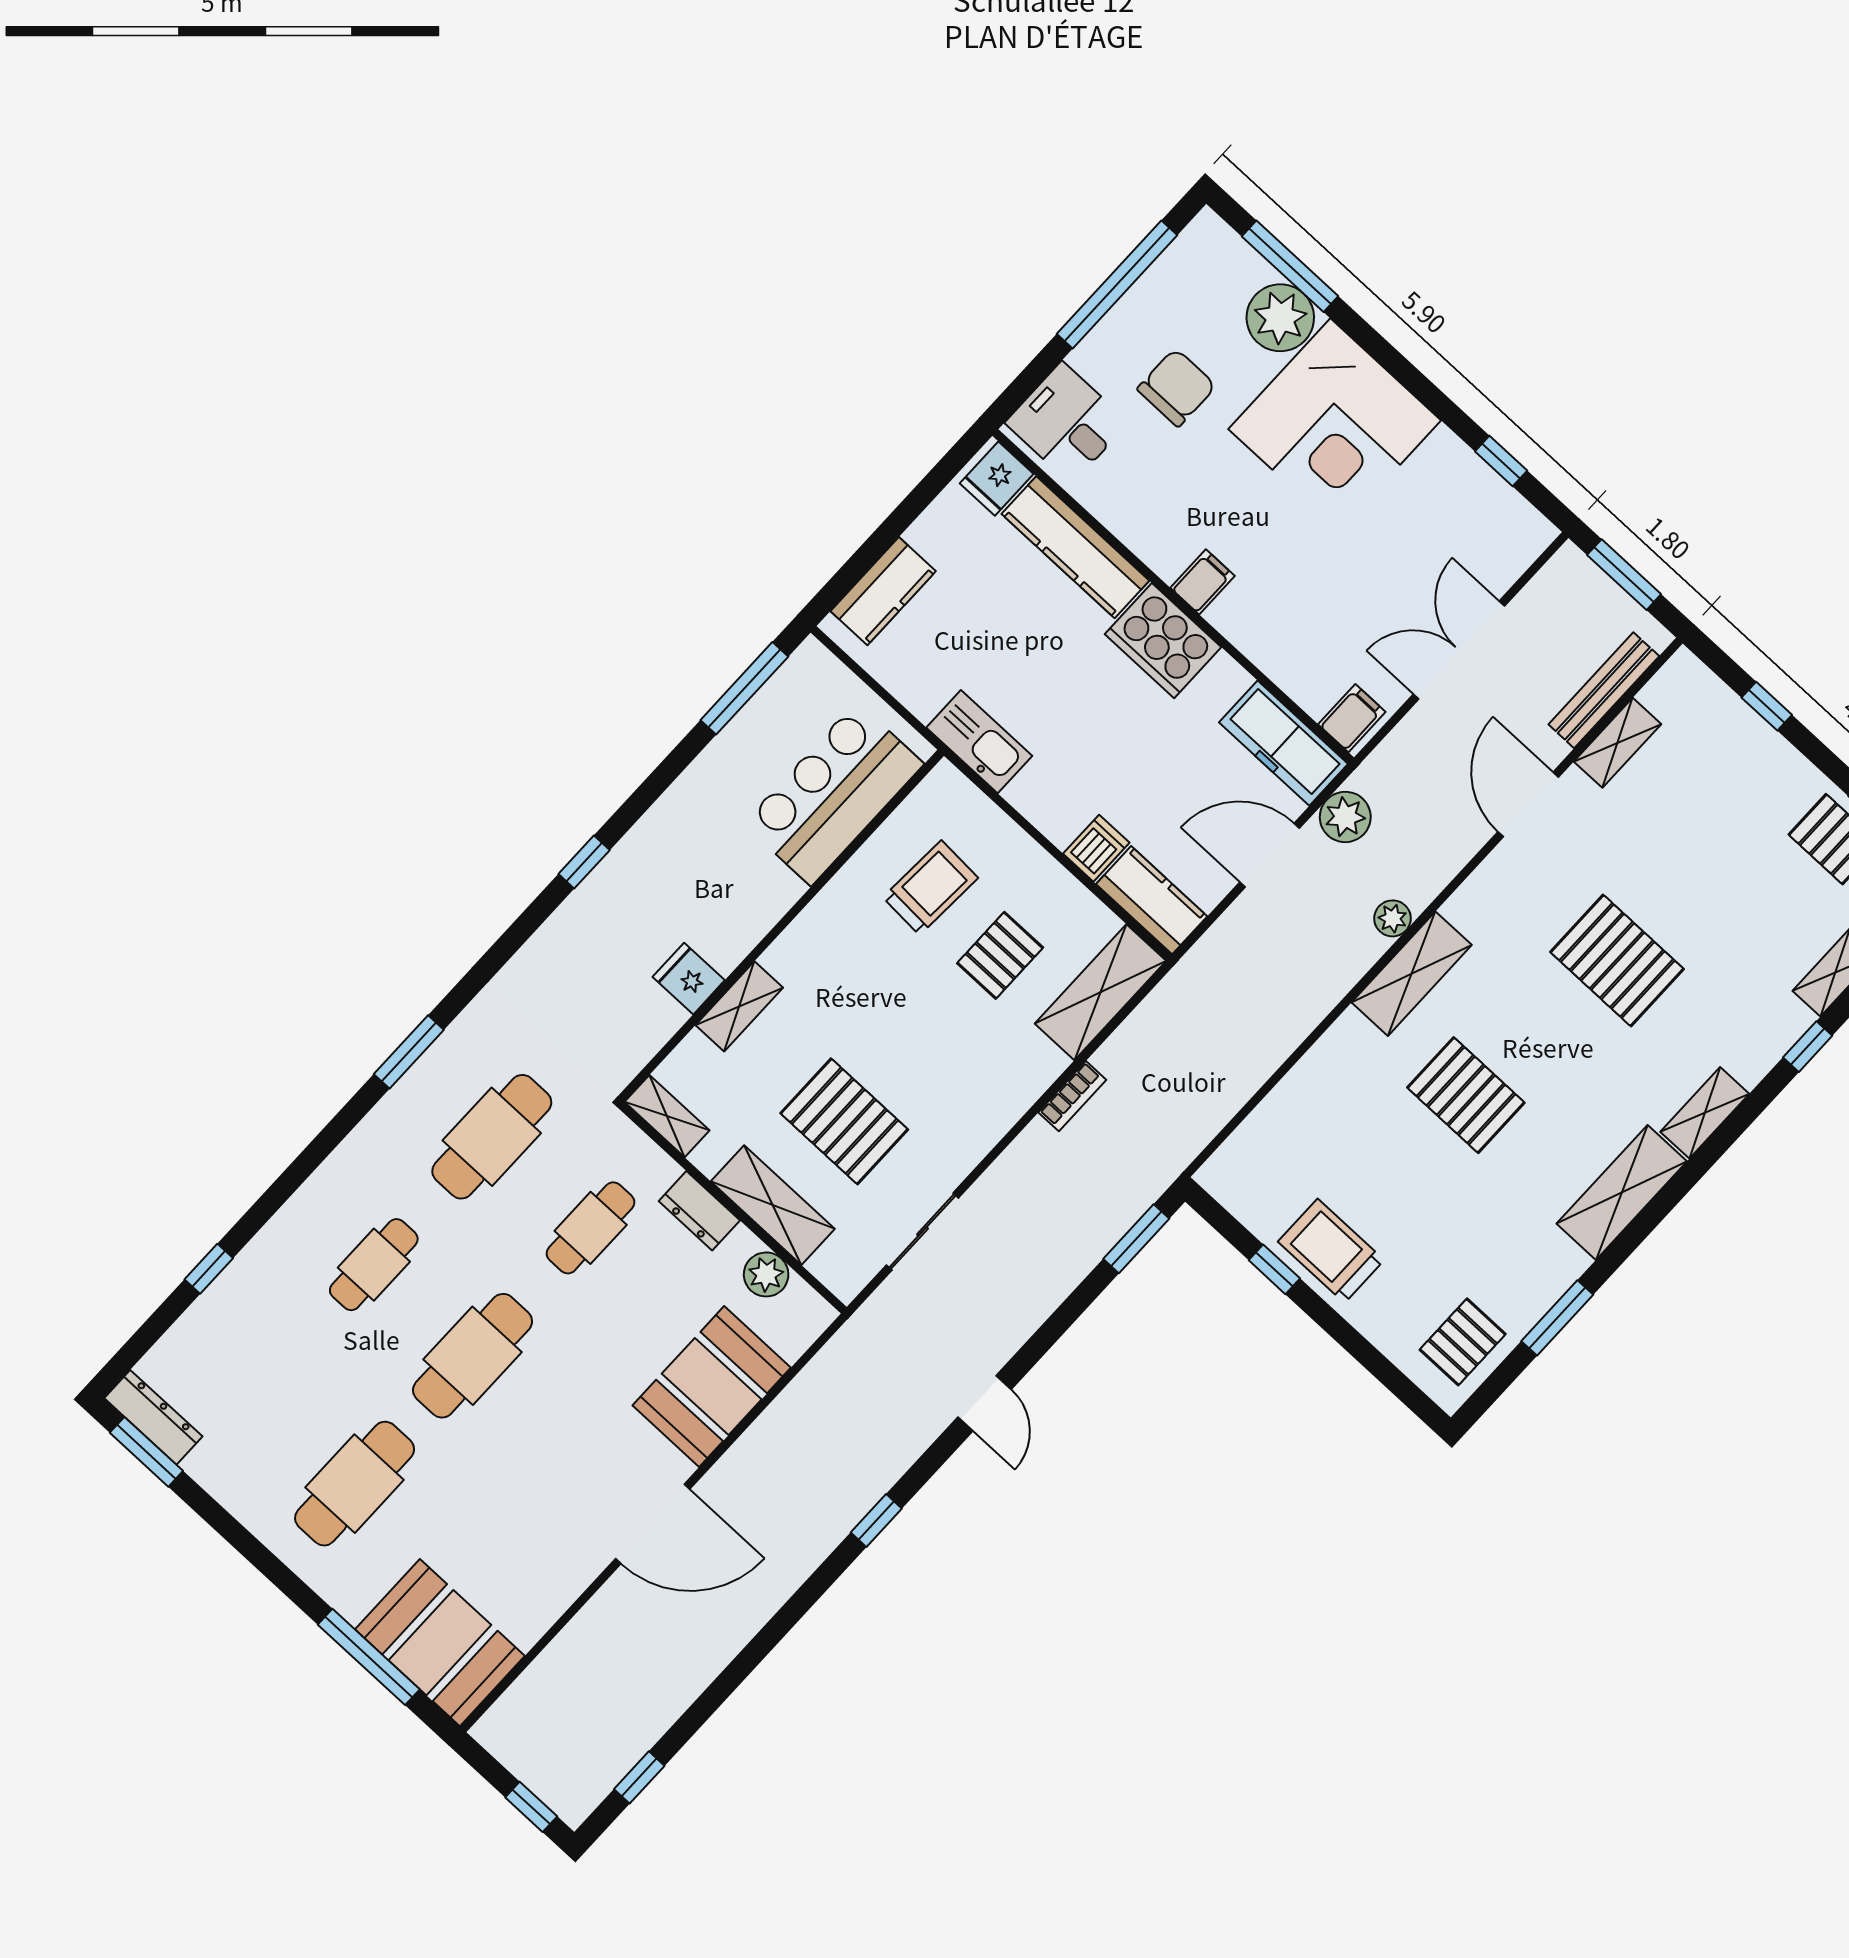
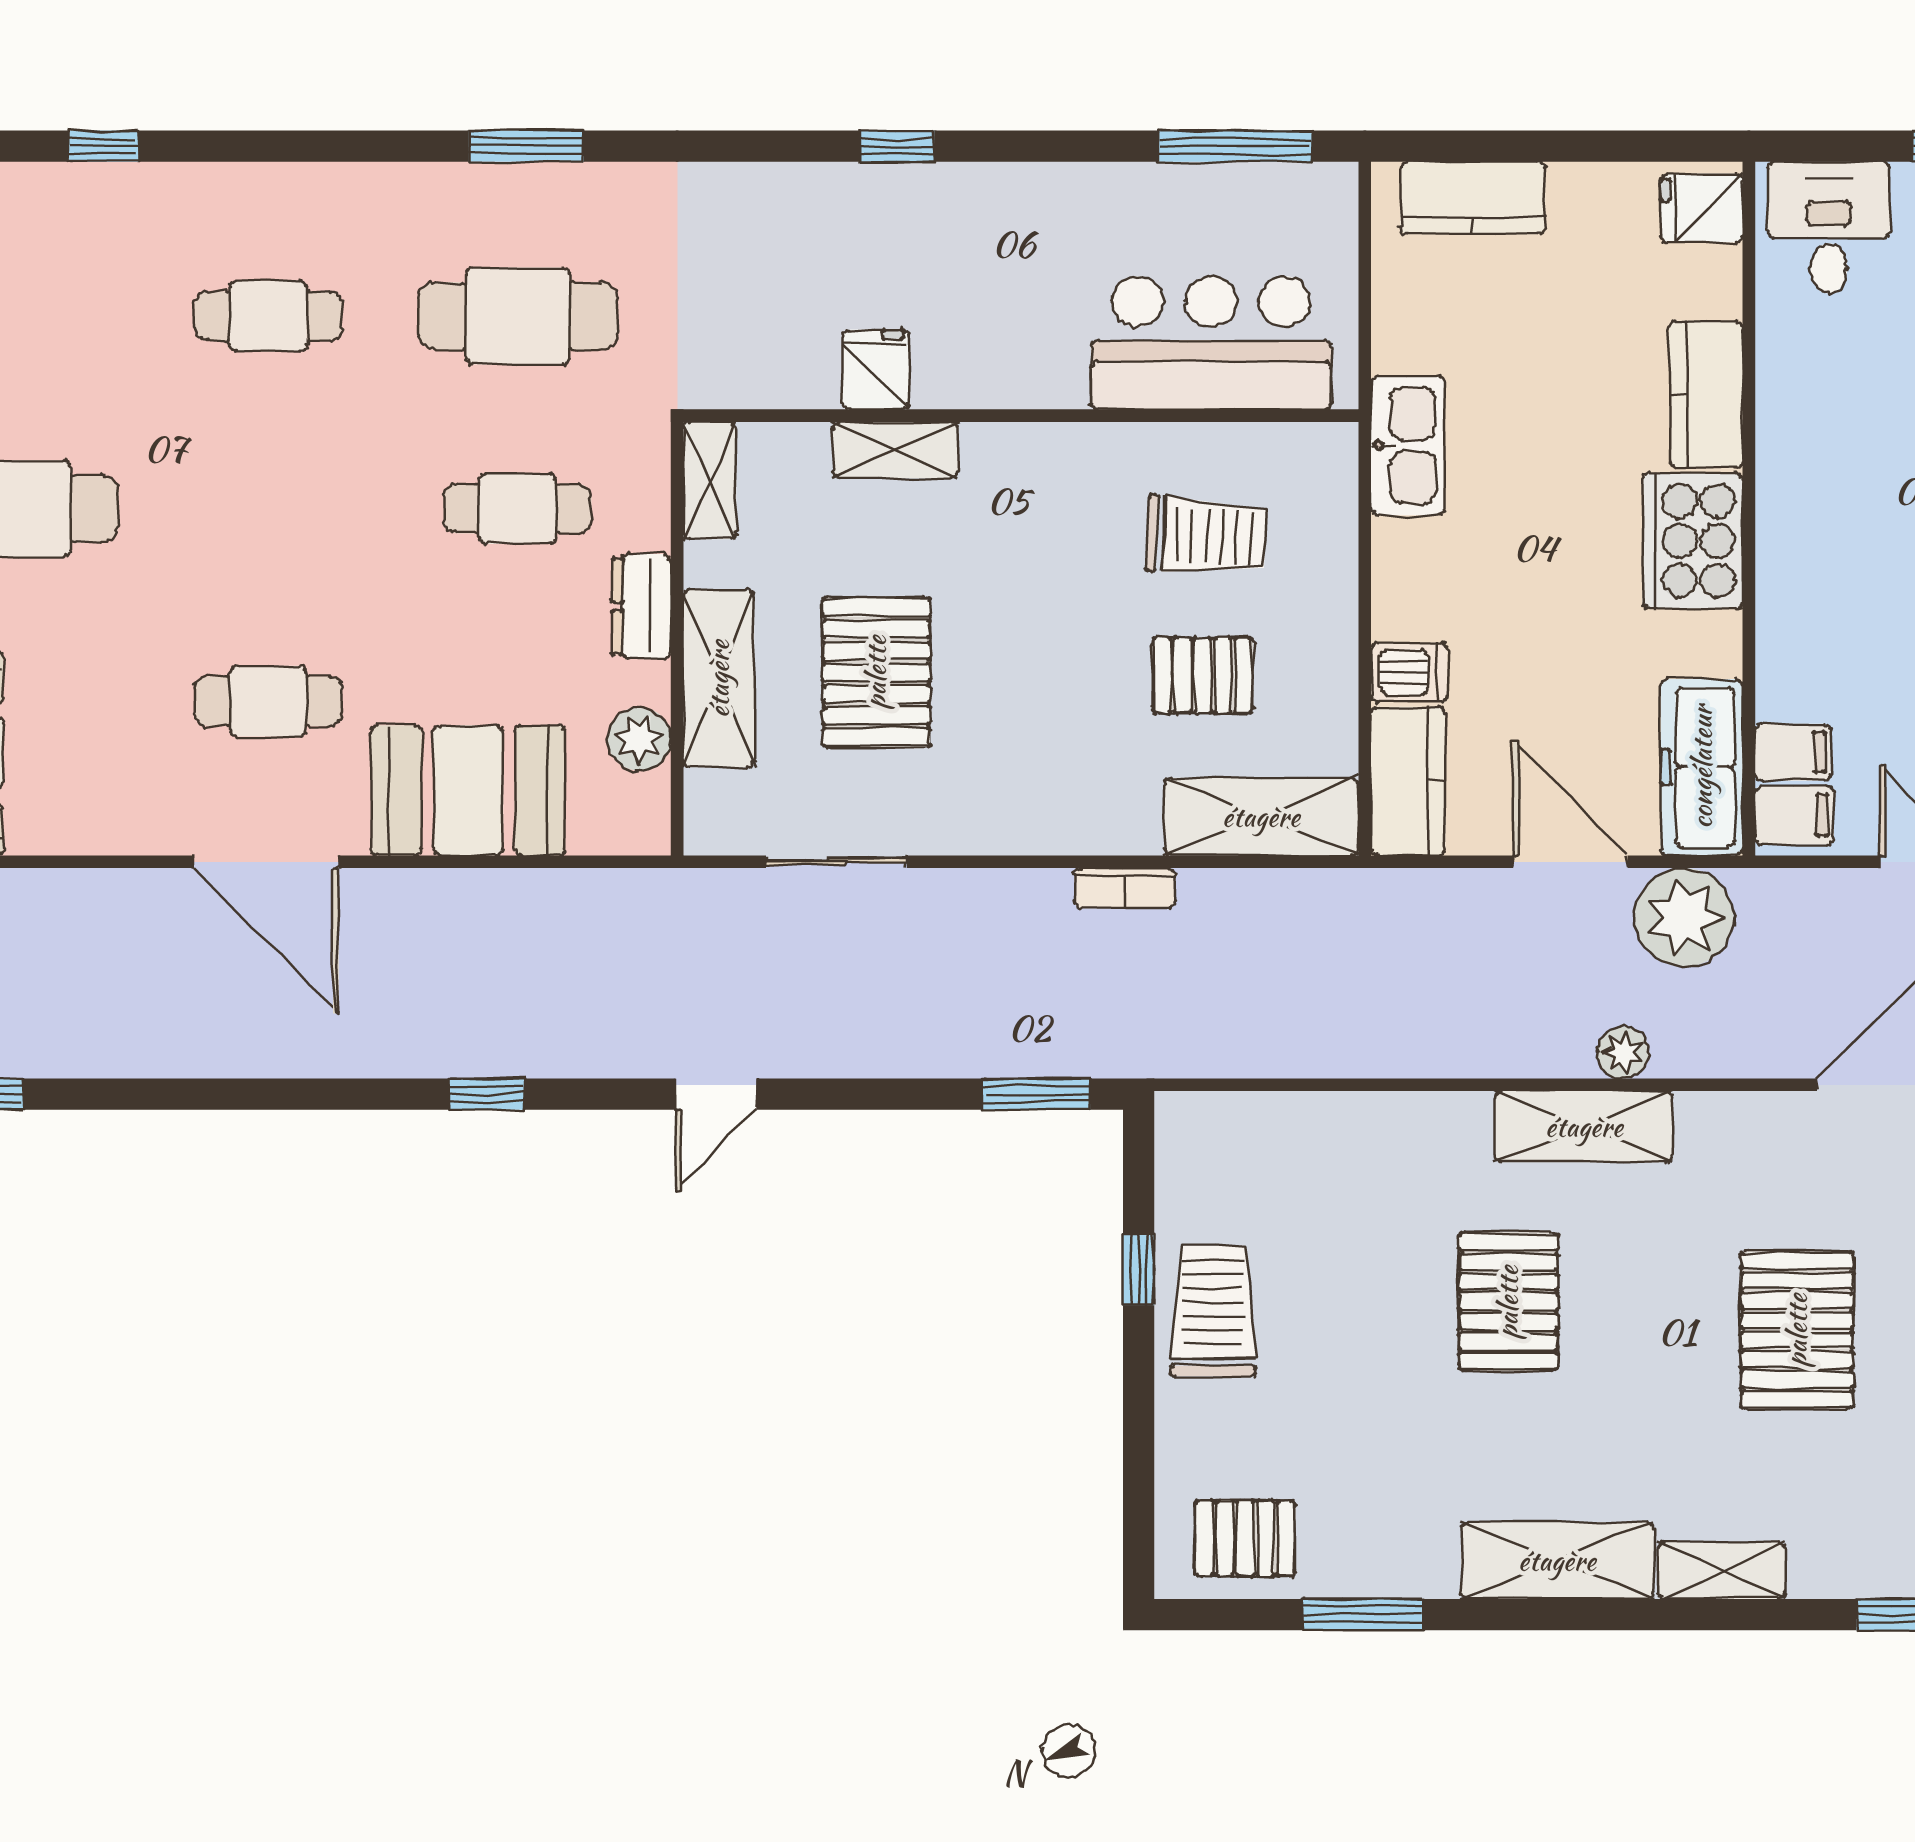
kitchen counter: (1075, 547) -> (1706, 395), width x0.67
filing cabinet: (1202, 582) -> (1793, 752), moved
plant: (1345, 817) -> (1684, 917), width x1.36, depth x1.36
cafe table: (473, 1356) -> (268, 701), moved, width x0.73, depth x0.74

